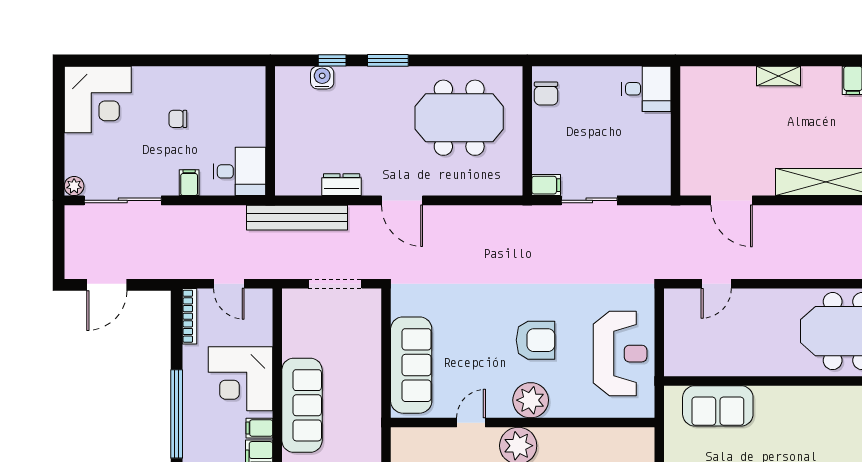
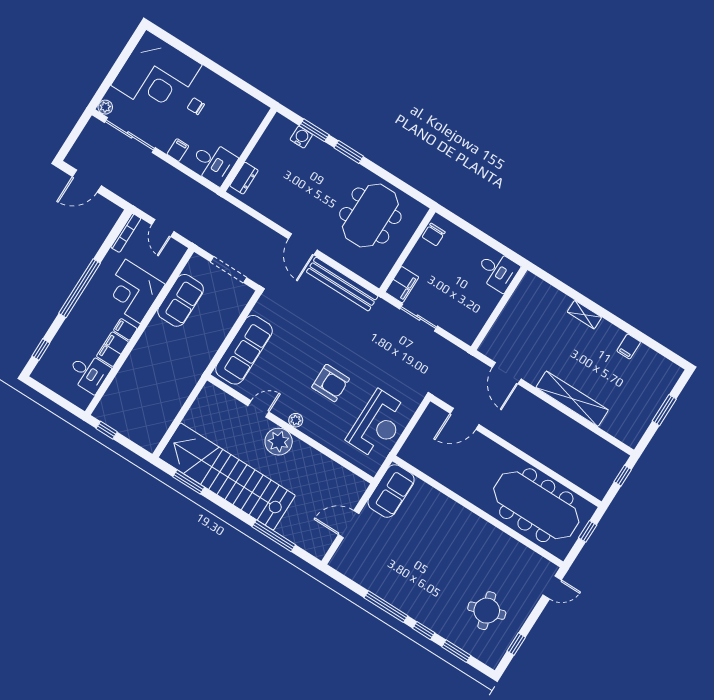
window: (332, 60) -> (314, 130), width x1.50
corner desk: (98, 100) -> (157, 75), width x1.36, depth x1.36
meeting table: (459, 118) -> (370, 215), turned 90
dresser: (342, 185) -> (244, 178), moved, turned 90
filing cabinet: (546, 185) -> (402, 285), width x2.00
bench: (297, 218) -> (342, 284), moved
door: (716, 284) -> (465, 419), width x1.38
plant: (531, 400) -> (296, 420), width x0.53, depth x0.53
sofa: (302, 405) -> (181, 300), moved, width x0.73
sofa: (718, 406) -> (391, 491), moved, turned -90

